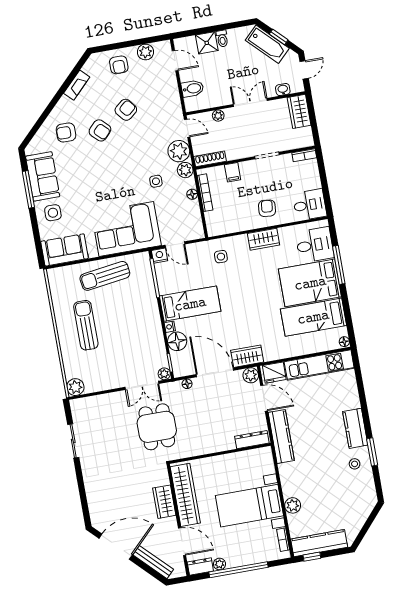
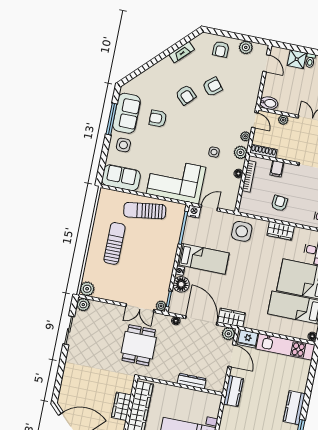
bidet: (192, 89) -> (269, 103), moved
armchair: (66, 132) -> (158, 119), moved
plant: (179, 151) -> (245, 136), width x0.53, depth x0.53
armchair: (267, 208) -> (279, 203), moved
door: (175, 245) -> (209, 208), swing flipped
side table: (221, 257) -> (242, 231), width x1.87, depth x1.87
plant: (78, 406) -> (83, 305), added
kitchen counter: (281, 437) -> (233, 391), width x0.67
dresser: (252, 440) -> (192, 381), moved

